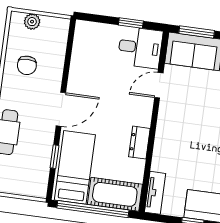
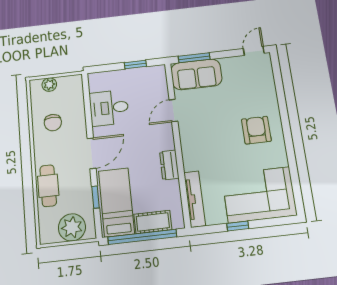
desk: (140, 48) -> (109, 108), moved, turned 180
plant: (23, 181) -> (72, 227), added
tv unit: (155, 193) -> (195, 199), width x1.41
cot: (115, 194) -> (153, 222), width x0.73, depth x0.75

